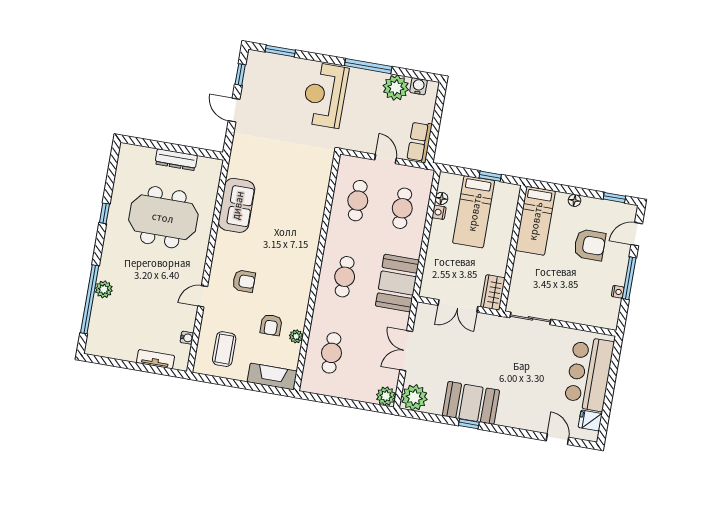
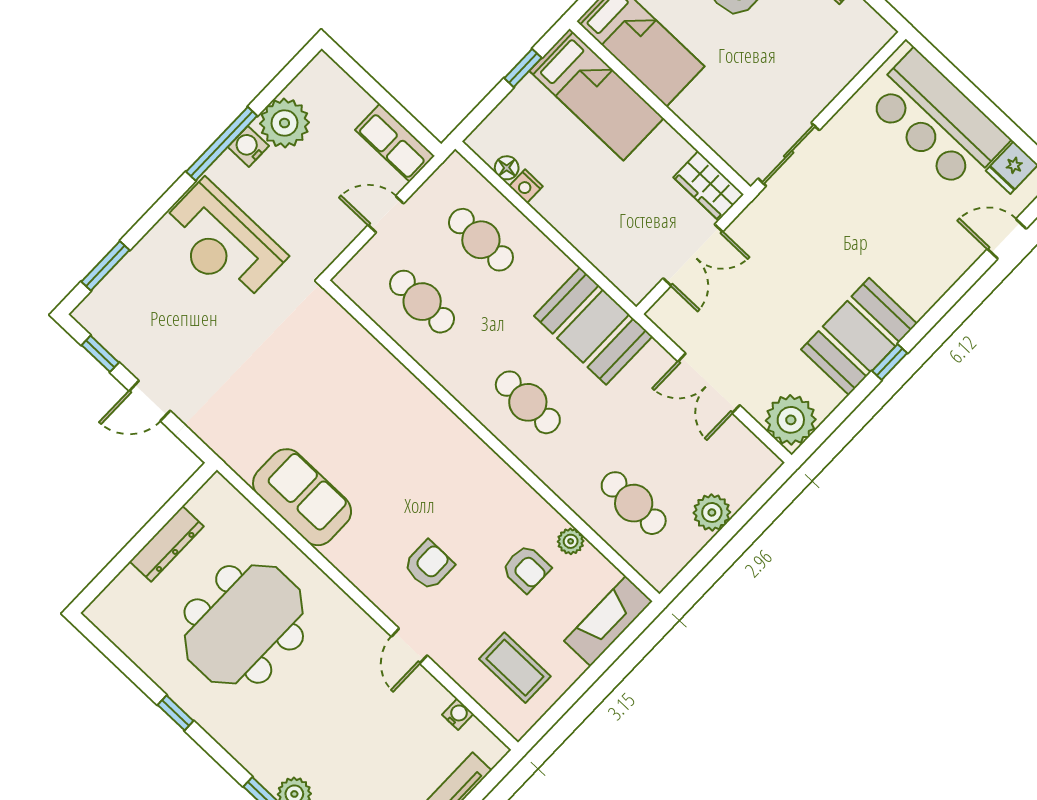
water cooler: (419, 86) -> (248, 146), moved
bed: (474, 212) -> (597, 94), moved
plant: (386, 396) -> (712, 512), moved

